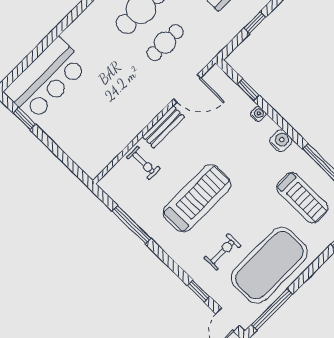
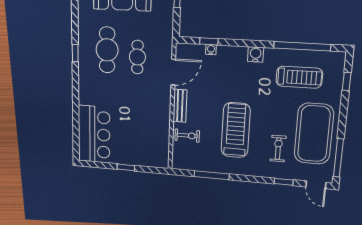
water cooler: (258, 114) -> (211, 50), moved
window: (24, 119) -> (126, 167), moved

